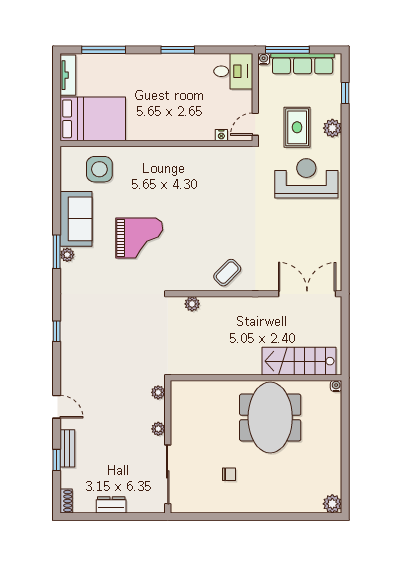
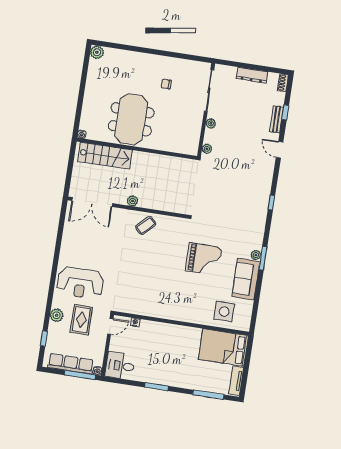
grand piano: (139, 238) -> (204, 259), turned 180
plant: (192, 304) -> (132, 201), moved
dresser: (111, 505) -> (252, 75), width x1.44

